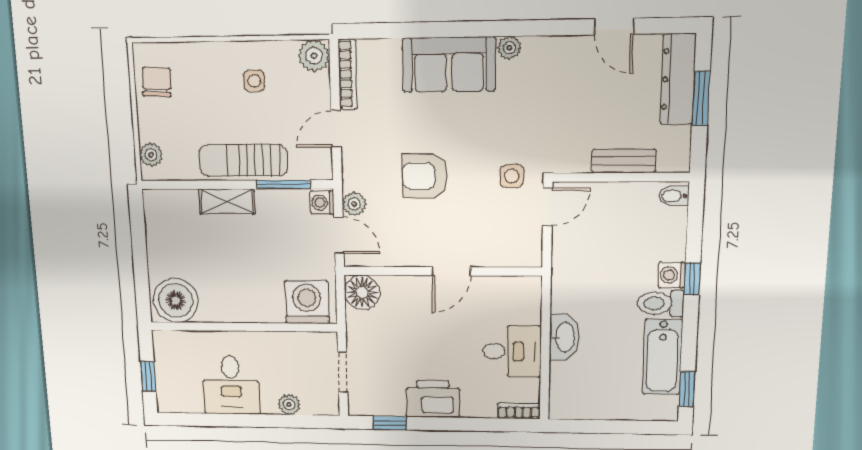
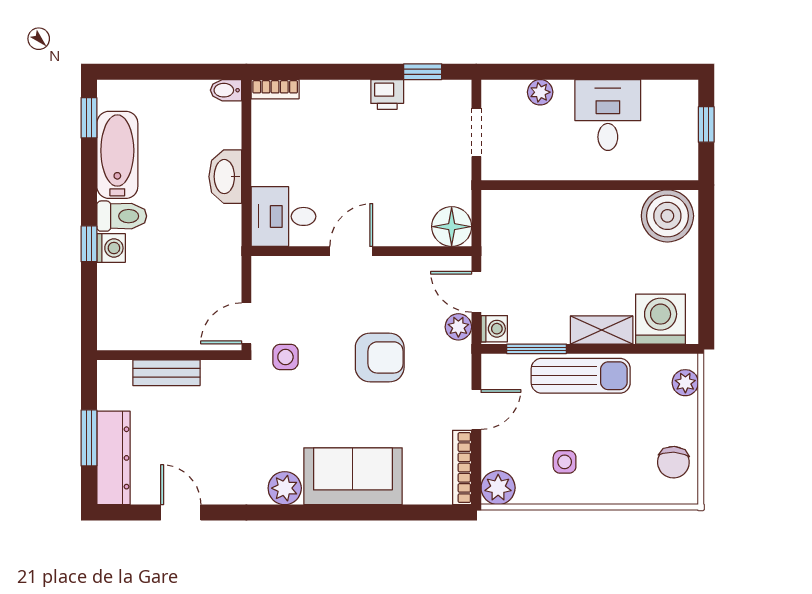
plant: (509, 48) -> (285, 488), width x1.38, depth x1.38
bidet: (674, 196) -> (226, 90), moved, turned 180
washing machine: (307, 302) -> (661, 319), moved, turned 180
desk: (512, 351) -> (283, 216), moved
printer: (433, 399) -> (387, 94), width x0.53, depth x0.68

